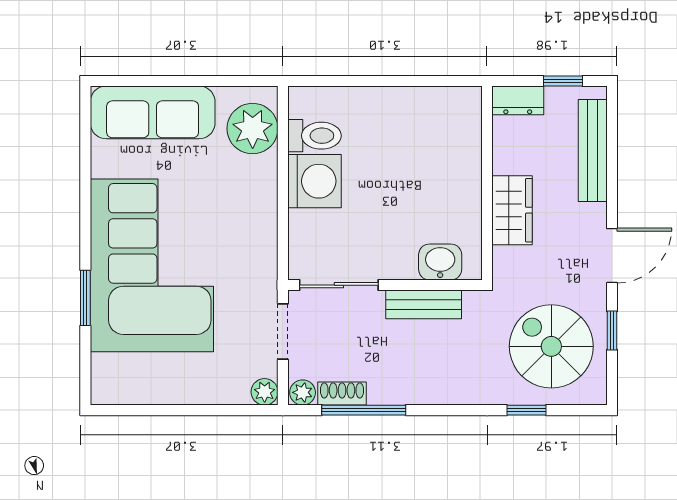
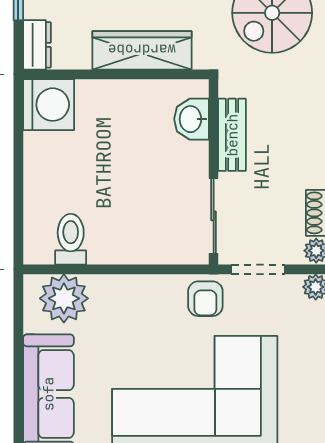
washing machine: (314, 181) -> (49, 105), moved, turned 90
wardrobe: (512, 210) -> (142, 50), width x1.50
armchair: (252, 277) -> (205, 299), added

